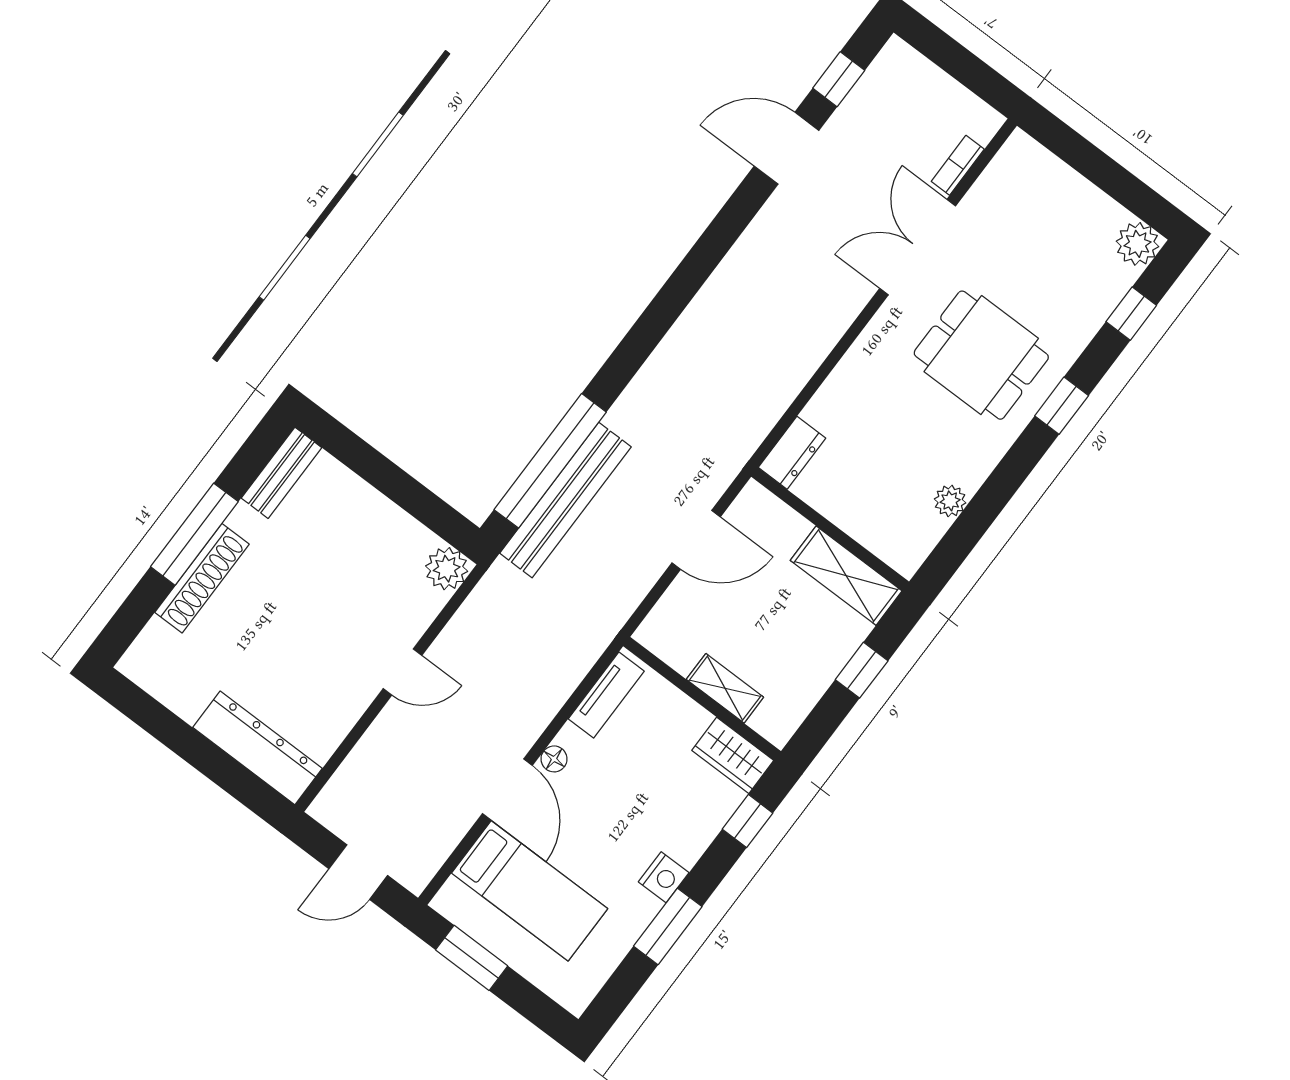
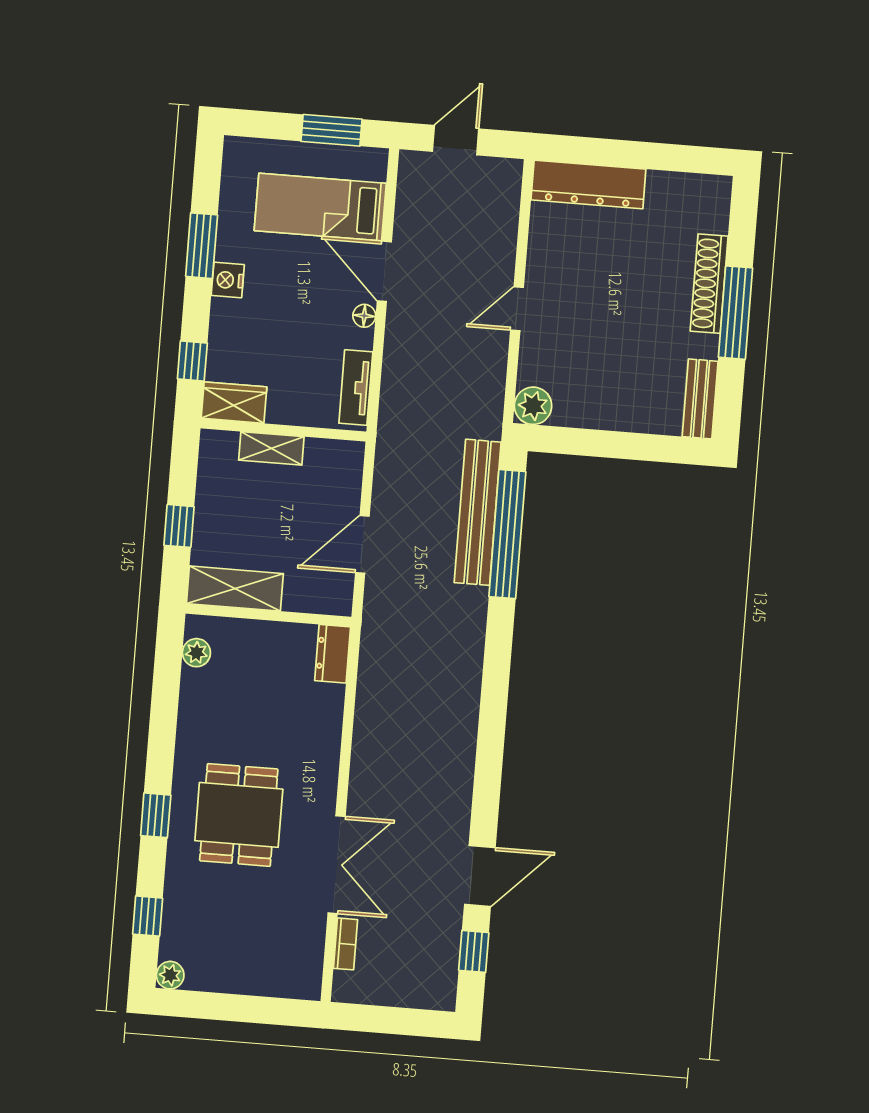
plant: (1138, 244) -> (170, 975), width x0.73, depth x0.73
dining table: (981, 355) -> (239, 815), turned 90
plant: (950, 501) -> (196, 653), moved

